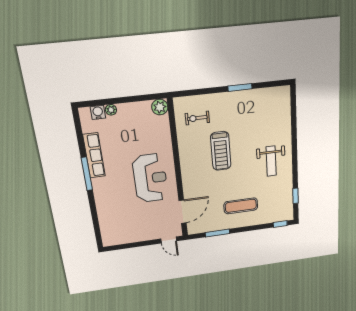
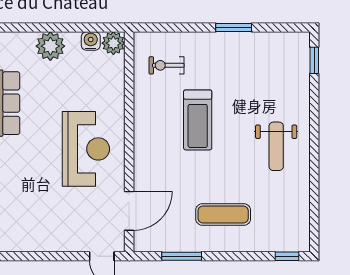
plant: (111, 110) -> (50, 46), width x1.88, depth x1.88
water cooler: (98, 112) -> (91, 41), moved
window: (295, 196) -> (314, 60), moved

